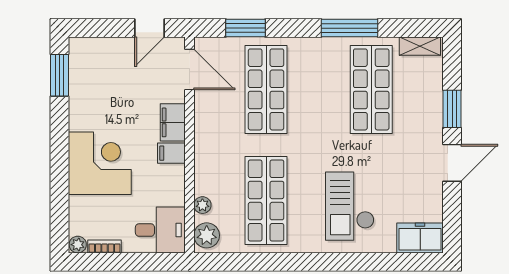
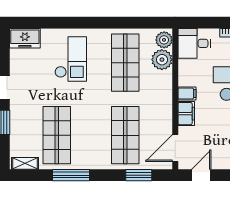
door: (190, 70) -> (175, 148), hinge flipped
plant: (202, 205) -> (162, 60), width x1.88, depth x1.88

